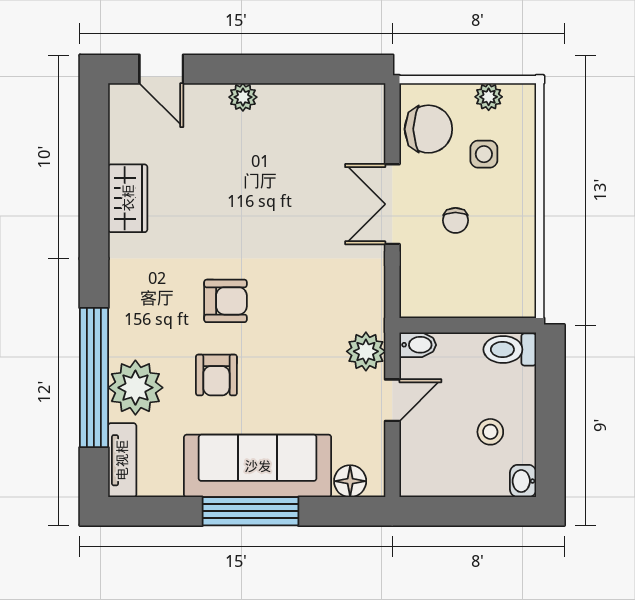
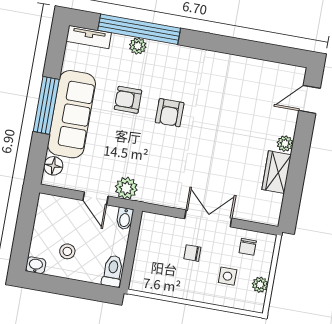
chair: (428, 129) -> (248, 247), width x0.54, depth x0.54
wardrobe: (128, 198) -> (277, 172), moved, turned 90
plant: (135, 388) -> (138, 46), width x0.53, depth x0.53

